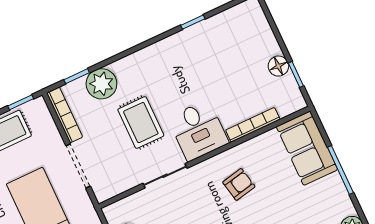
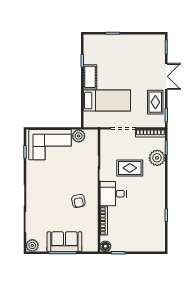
floor lamp: (278, 66) -> (105, 246), moved
sofa: (307, 148) -> (64, 242), moved

